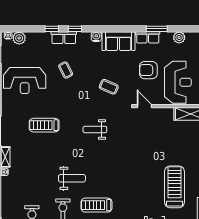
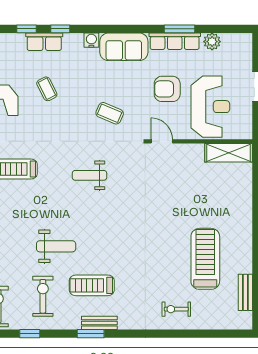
row of seats: (148, 37) -> (175, 41), width x1.48

